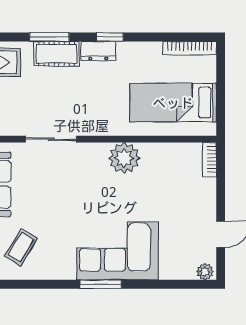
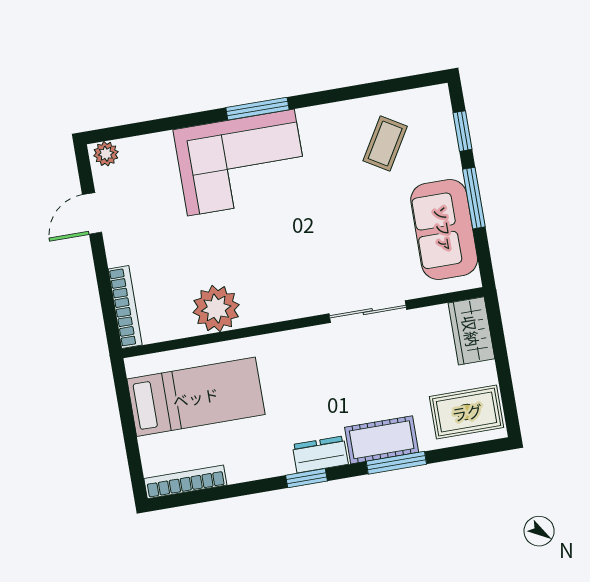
plant: (124, 158) -> (216, 309), moved
bookcase: (209, 160) -> (125, 307), width x1.56

